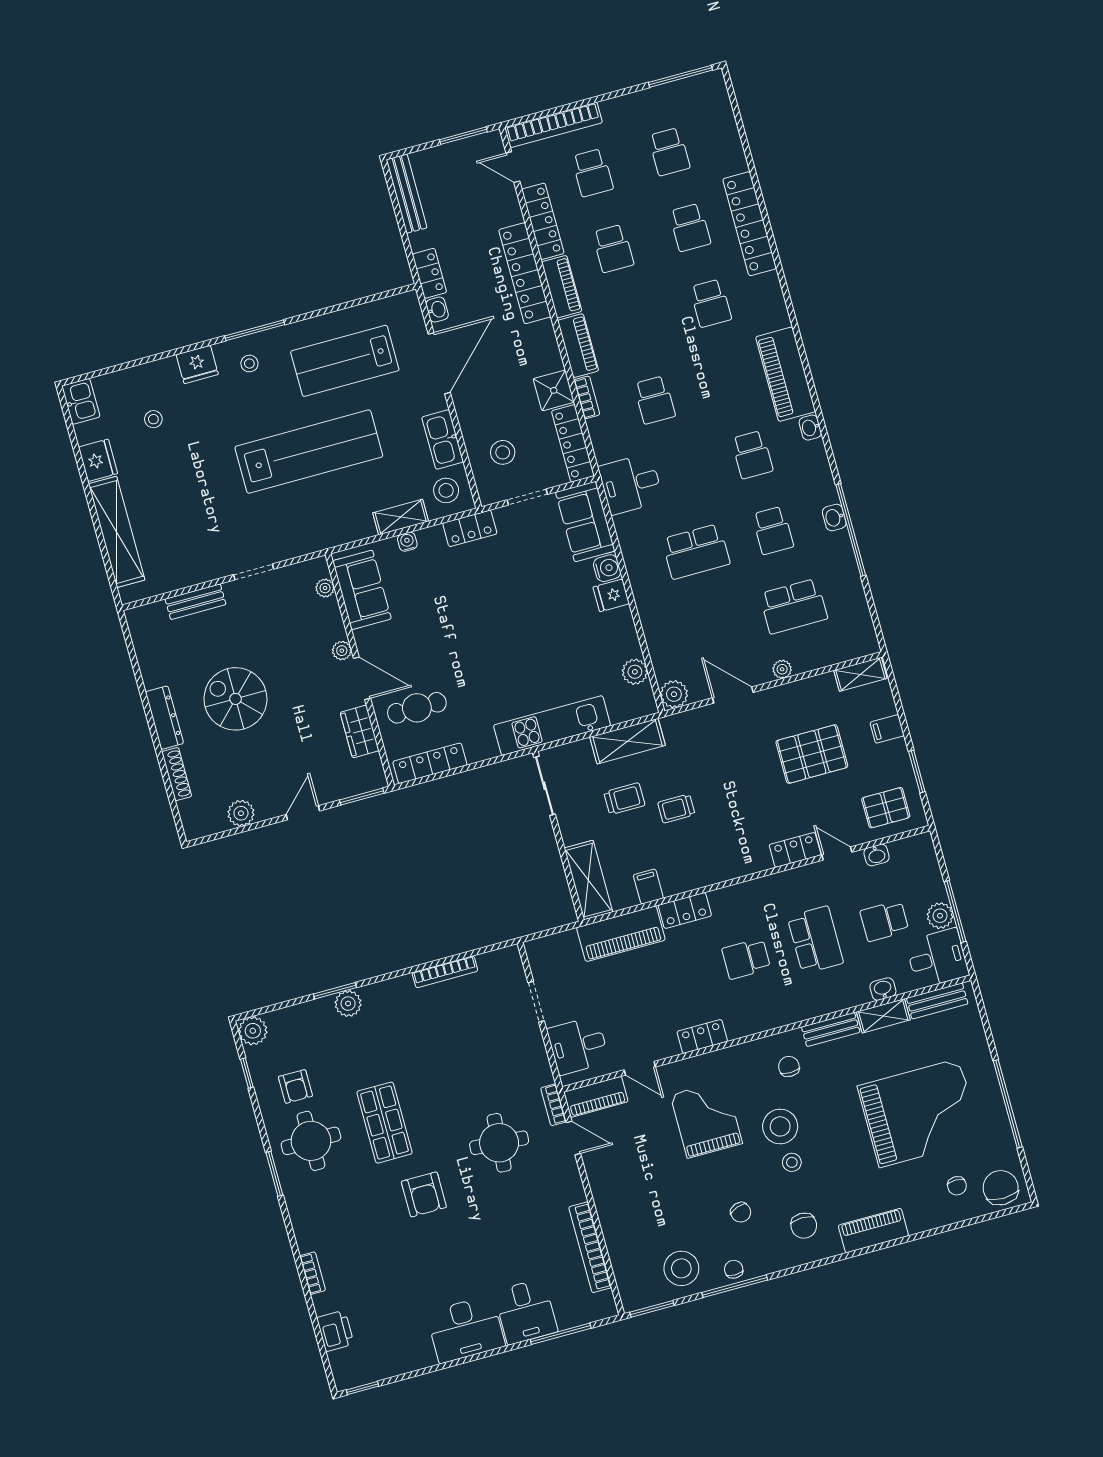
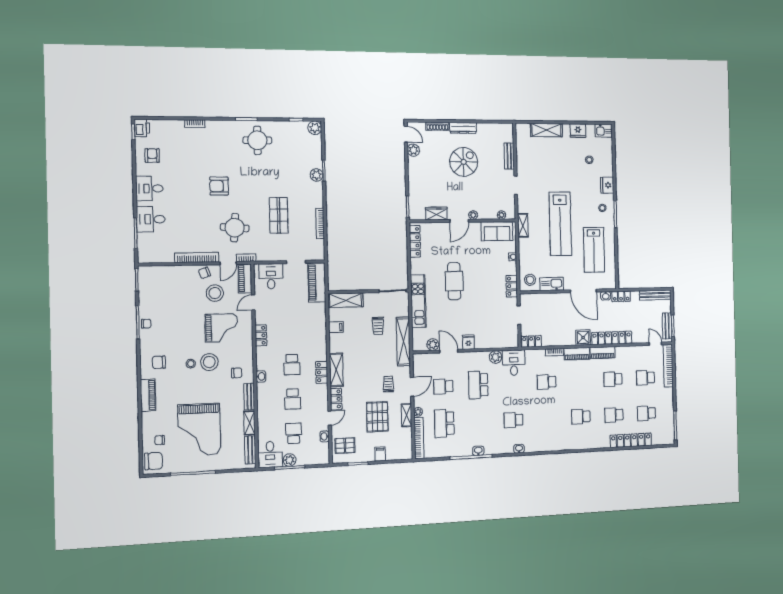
bench: (467, 149) -> (667, 326), added
door: (513, 167) -> (655, 344), hinge flipped
locker: (543, 221) -> (631, 351), removed
locker: (750, 224) -> (631, 440), moved
lab bench: (345, 361) -> (594, 250), turned 180
piano: (786, 374) -> (544, 443), removed
shower: (554, 390) -> (583, 338), moved
locker: (573, 443) -> (531, 341), width x0.66
stool: (503, 452) -> (540, 309), removed
shelving: (401, 517) -> (523, 225), moved
sofa: (585, 522) -> (503, 338), removed
school desk: (773, 530) -> (443, 386), moved
shelving: (117, 532) -> (547, 130), width x0.68
water cooler: (607, 568) -> (480, 343), removed
door: (640, 634) -> (449, 351), added
bookcase: (836, 654) -> (419, 438), added
shelving: (860, 674) -> (407, 415), moved
plant: (674, 694) -> (496, 357), moved
cafe table: (417, 708) -> (454, 281), moved, width x1.37, depth x1.35
shelving: (628, 741) -> (403, 341), width x1.47
pallet: (886, 808) -> (345, 446), turned 90
trolley: (676, 809) -> (388, 384), moved
door: (303, 813) -> (406, 134), moved
shelving: (736, 864) -> (336, 370), added
locker: (685, 910) -> (322, 372), moved
piano: (621, 934) -> (317, 282), moved
school desk: (815, 940) -> (293, 399), width x0.54
school desk: (746, 959) -> (292, 365), turned 180
washbasin: (883, 989) -> (261, 376), moved
armchair: (295, 1086) -> (152, 155), moved, turned 90
shop shelf: (385, 1123) -> (279, 215), moved, turned 90
chair: (741, 1212) -> (204, 273), moved
bookcase: (590, 1247) -> (197, 257), moved
stool: (681, 1268) -> (215, 293), moved
desk: (466, 1329) -> (149, 188), width x0.73
printer: (335, 1331) -> (142, 128), moved, turned -90

